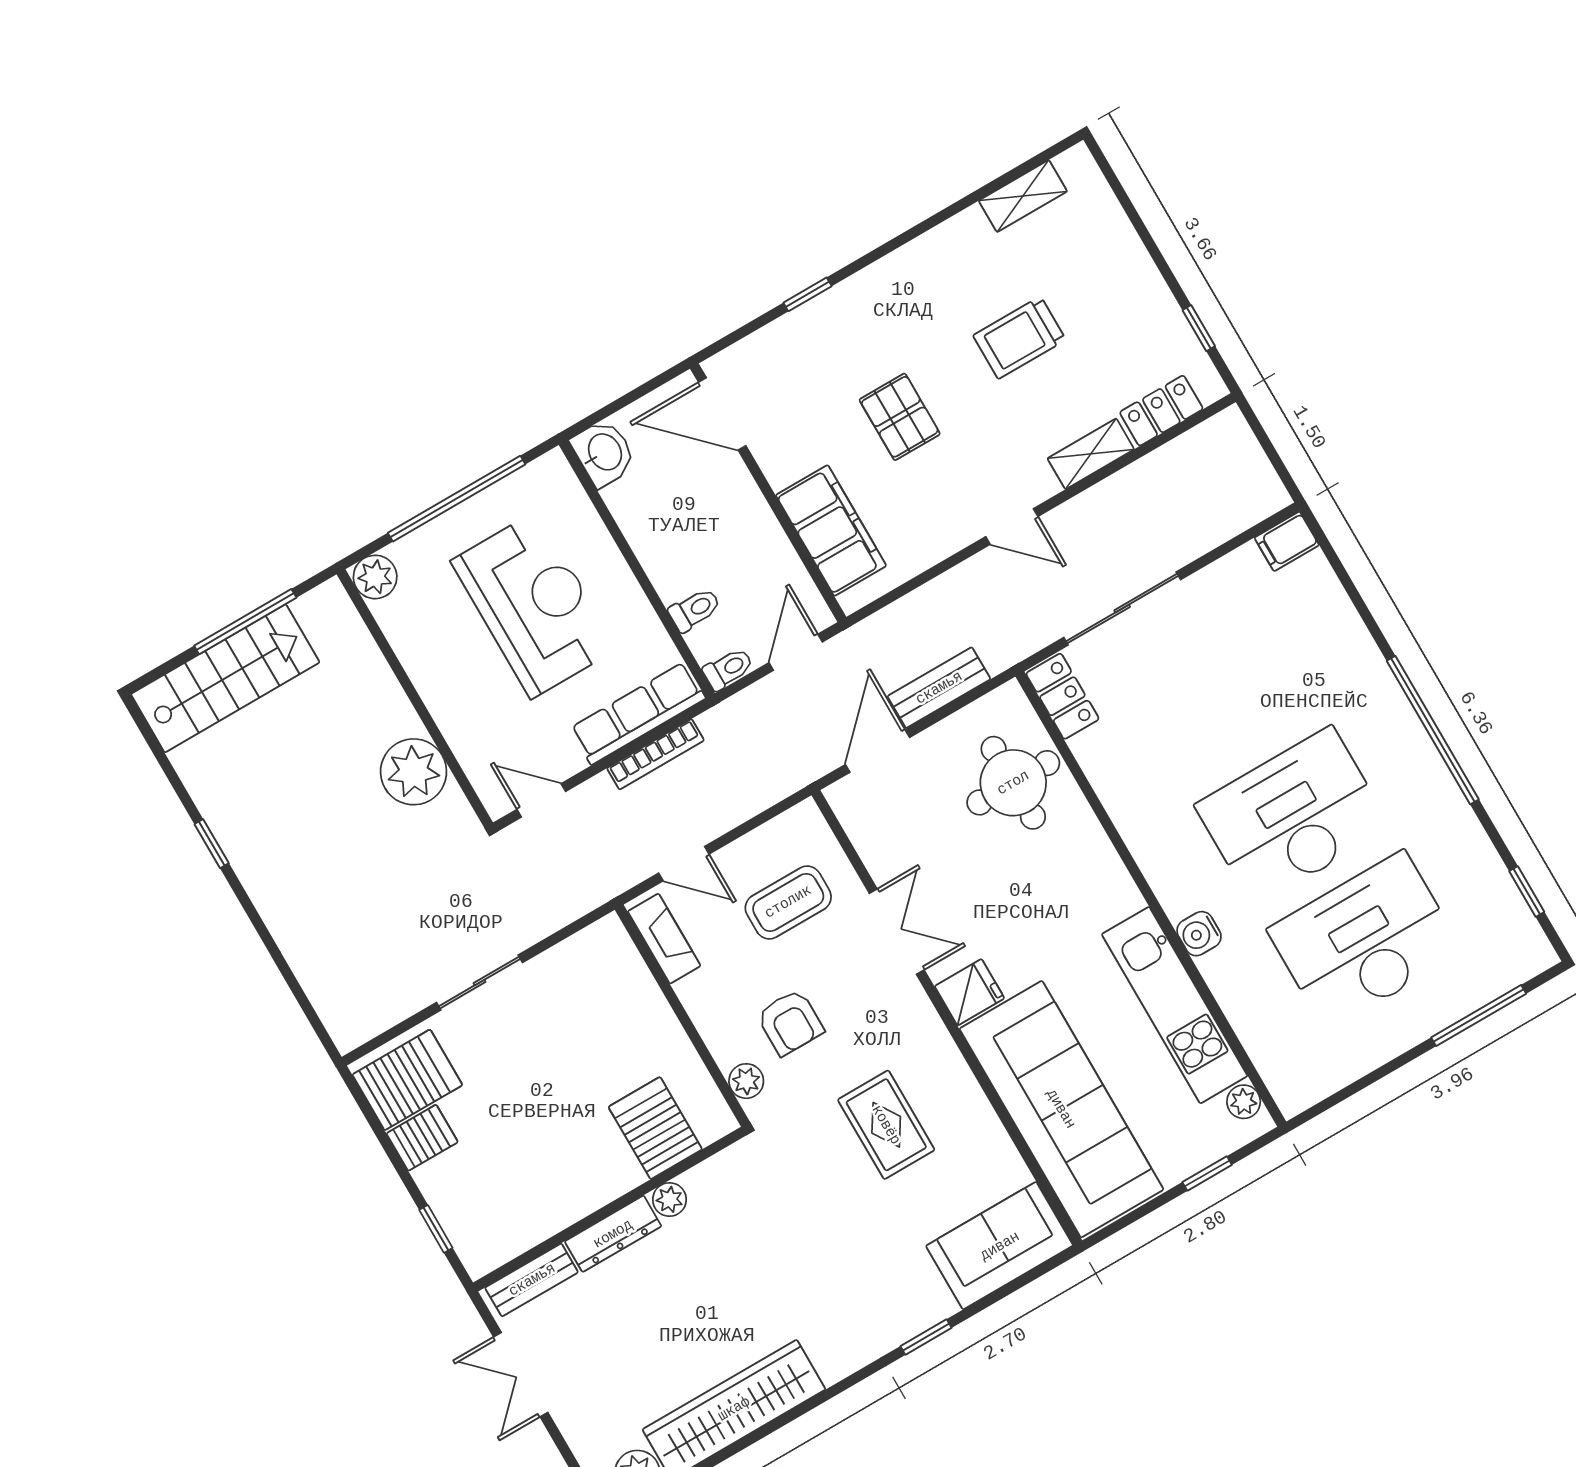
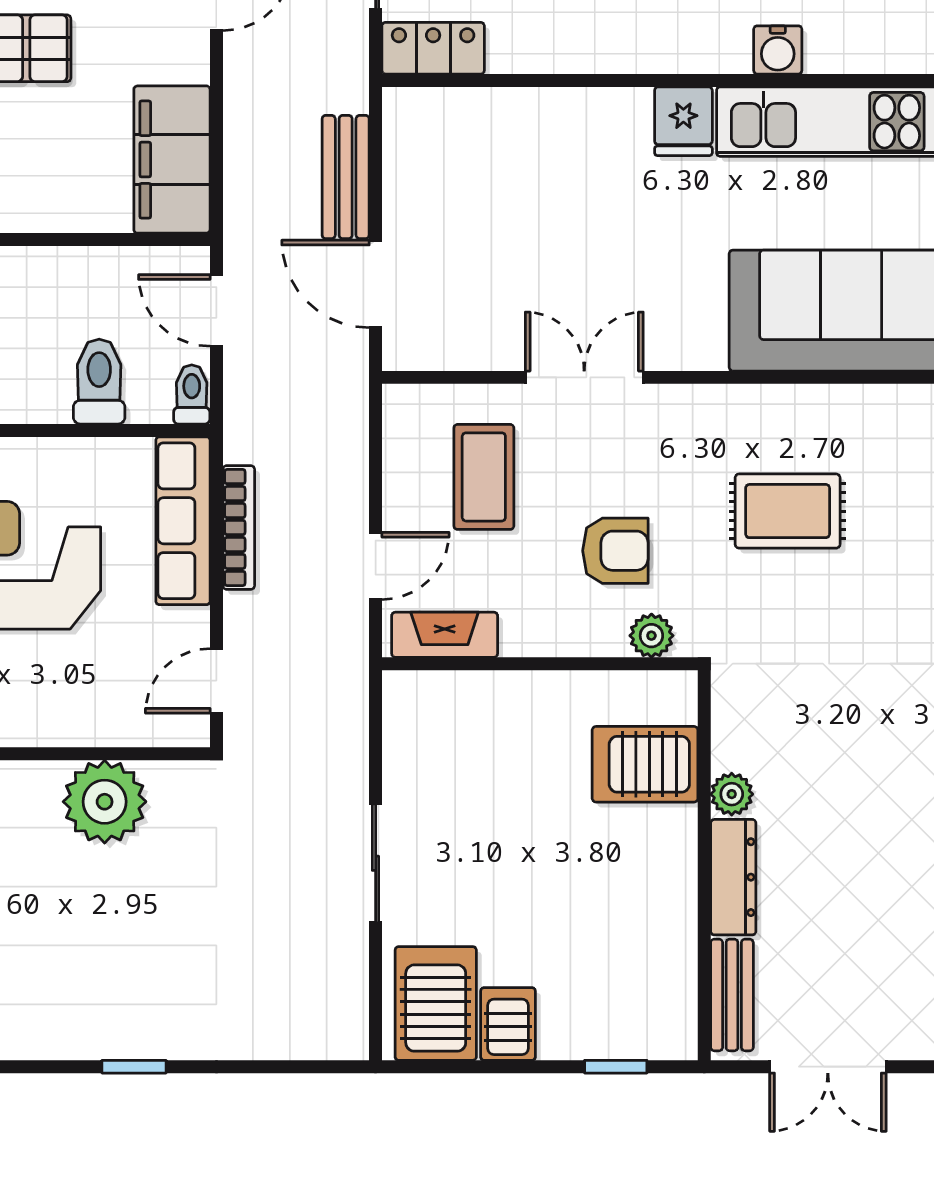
filing cabinet: (831, 530) -> (172, 160), moved, turned -90
toilet: (695, 610) -> (99, 382), width x1.37, depth x1.39
round table: (1013, 783) -> (496, 156), removed
window: (212, 844) -> (134, 1067), moved
fridge: (969, 992) -> (683, 121), moved, turned 180

